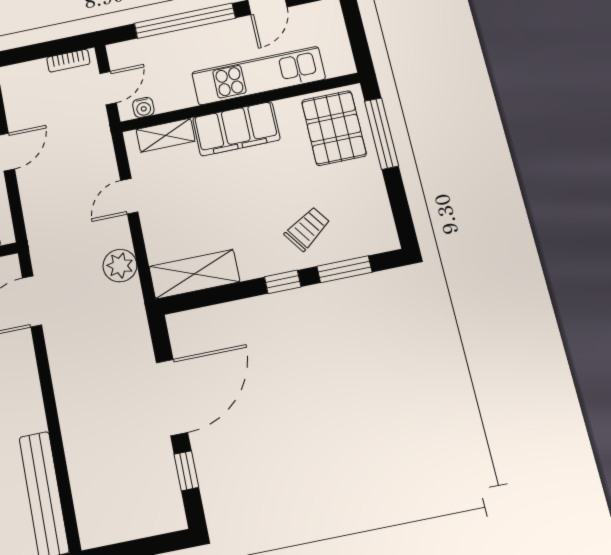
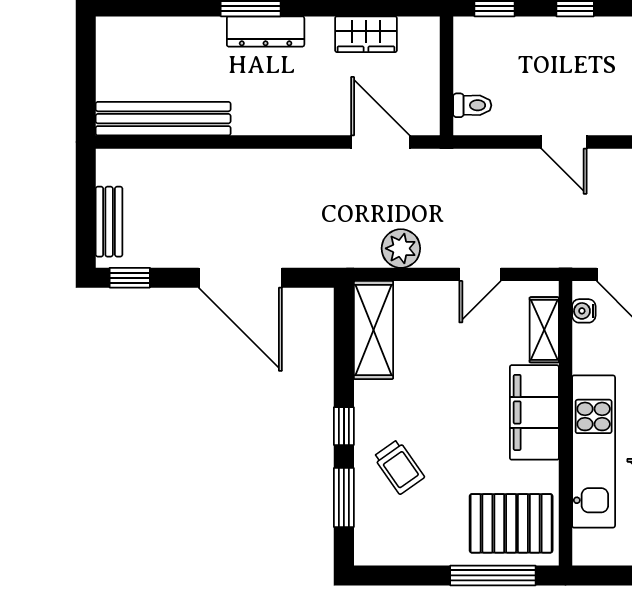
door: (129, 196) -> (480, 274), swing flipped
window: (186, 471) -> (130, 278), moved
bench: (145, 525) -> (109, 222), added

